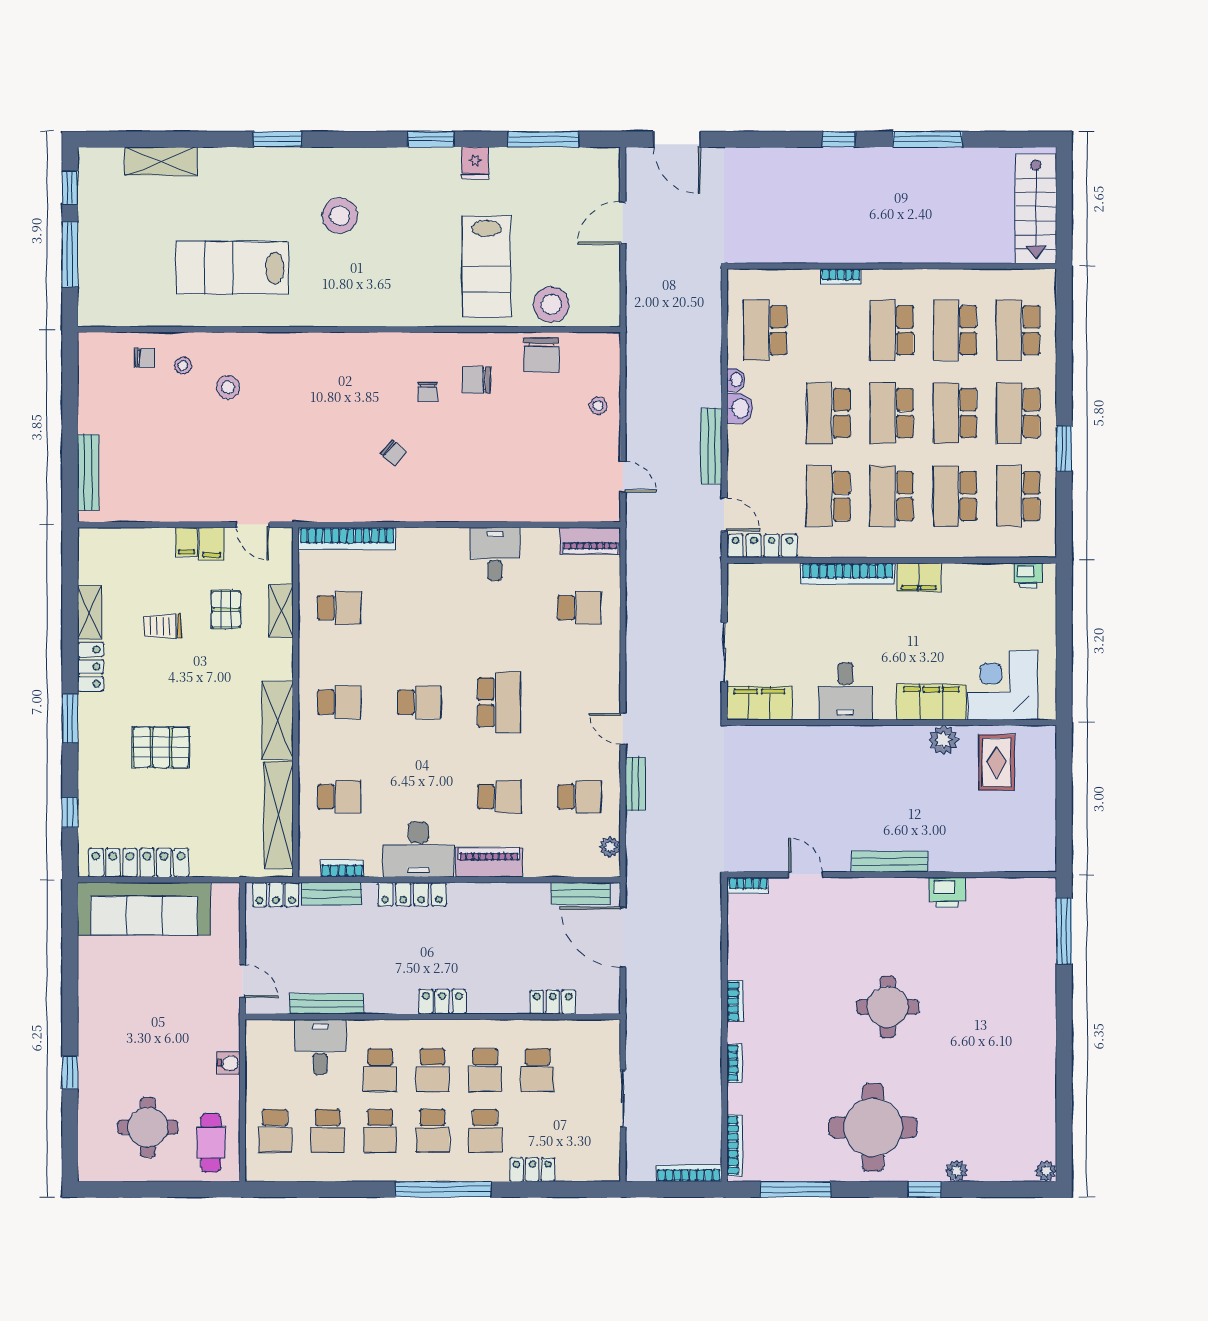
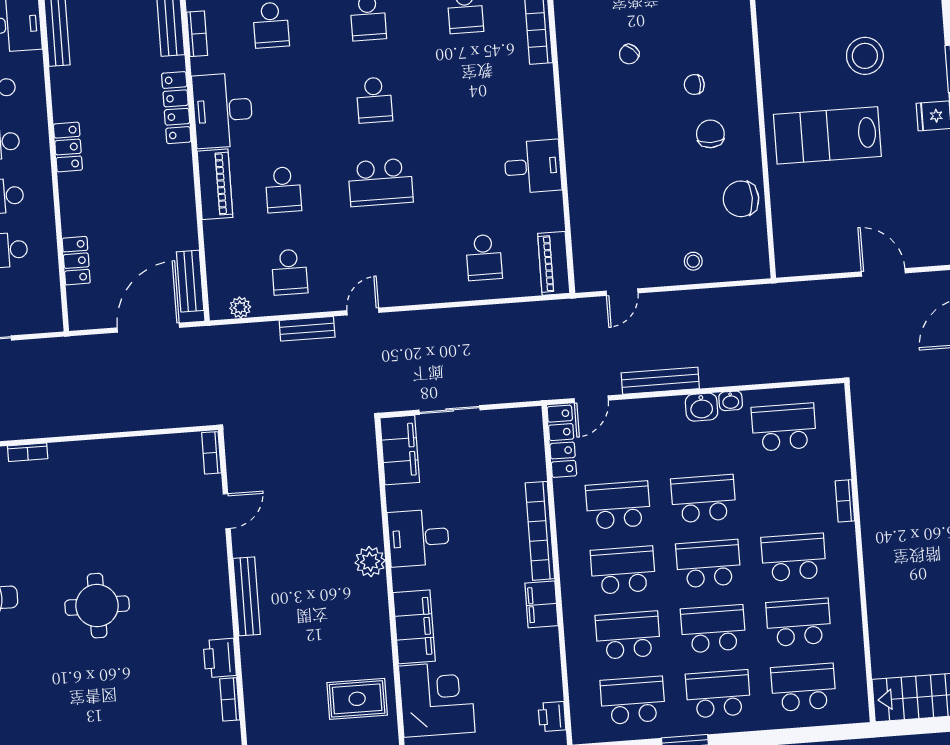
stool: (551, 304) -> (865, 56), moved
plant: (943, 740) -> (370, 562), moved
bookcase: (735, 1001) -> (230, 699), moved, turned 90

